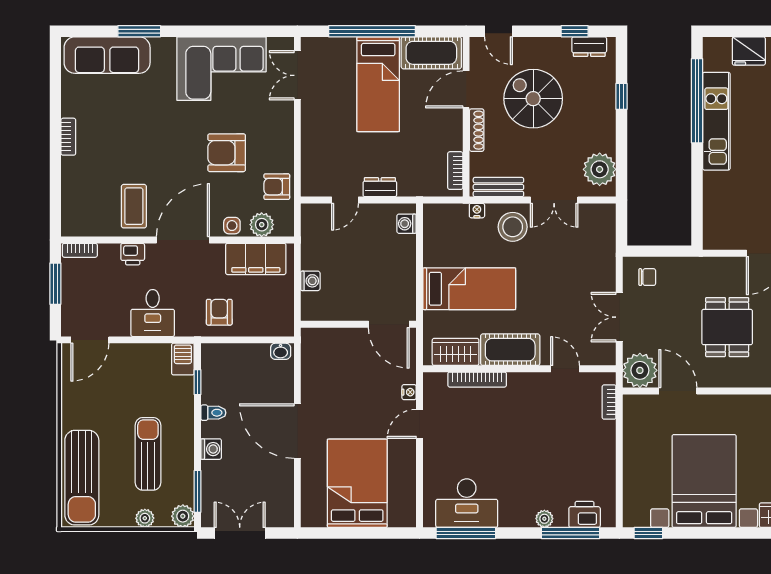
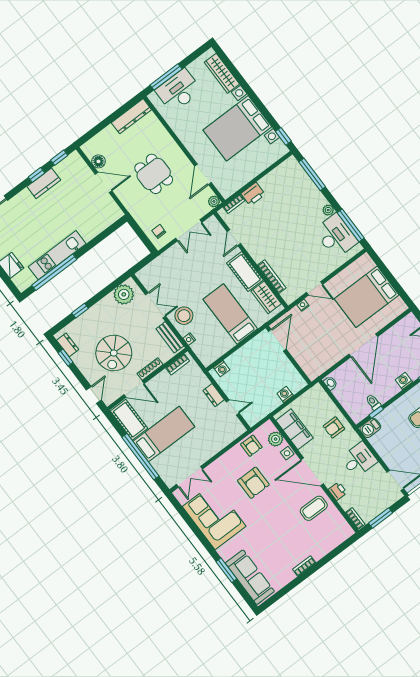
dining table: (727, 327) -> (154, 174), turned 90
plant: (640, 370) -> (214, 201), width x0.53, depth x0.53
toilet: (213, 413) -> (373, 402), moved
printer: (585, 514) -> (253, 194), moved, turned -90
plant: (544, 519) -> (328, 210), moved

